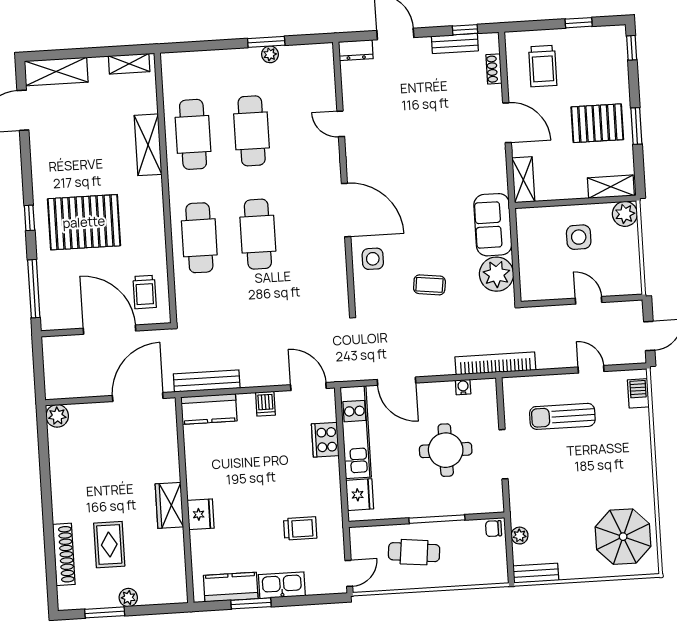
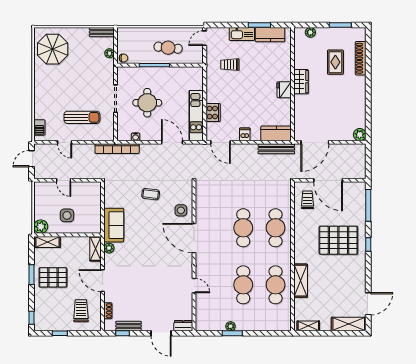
plant: (497, 274) -> (109, 248), moved, width x0.53, depth x0.53
fridge: (360, 495) -> (196, 81), removed
fridge: (201, 514) -> (284, 90), moved
plant: (128, 598) -> (310, 32), moved

